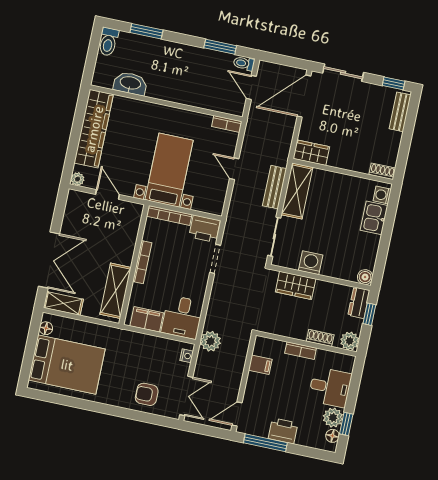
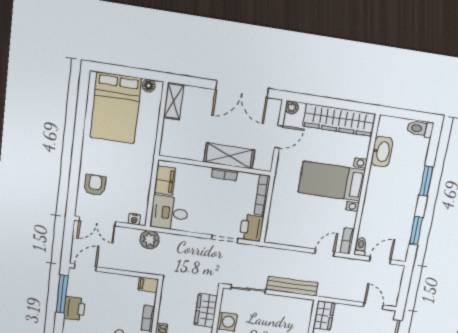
window: (146, 31) -> (426, 181), moved
toilet: (244, 63) -> (361, 247), moved
door: (304, 96) -> (373, 306), width x0.53
door: (234, 169) -> (325, 253), moved
bed with nightstands: (169, 170) -> (332, 181), moved, turned 180
bench: (274, 187) -> (292, 286), width x1.36
shelving: (297, 191) -> (290, 306), removed
double door: (49, 260) -> (242, 89), moved
bookcase: (142, 262) -> (225, 174), width x0.64
shelving: (116, 291) -> (229, 156), moved
filing cabinet: (260, 365) -> (148, 285), moved, turned 90
door: (237, 414) -> (85, 268), hinge flipped

